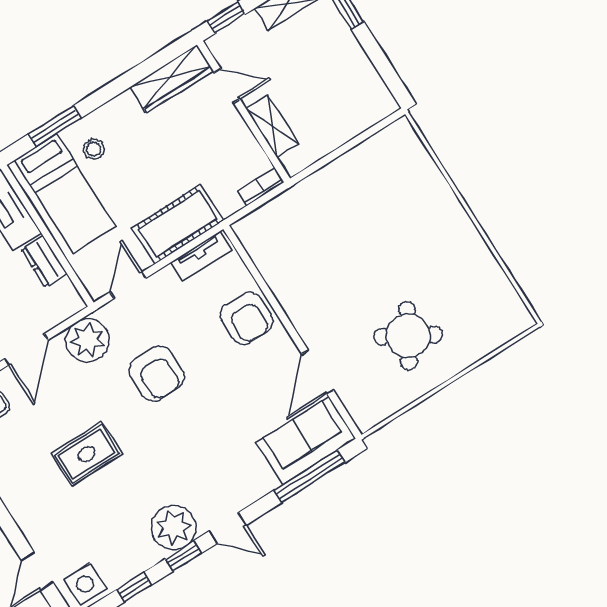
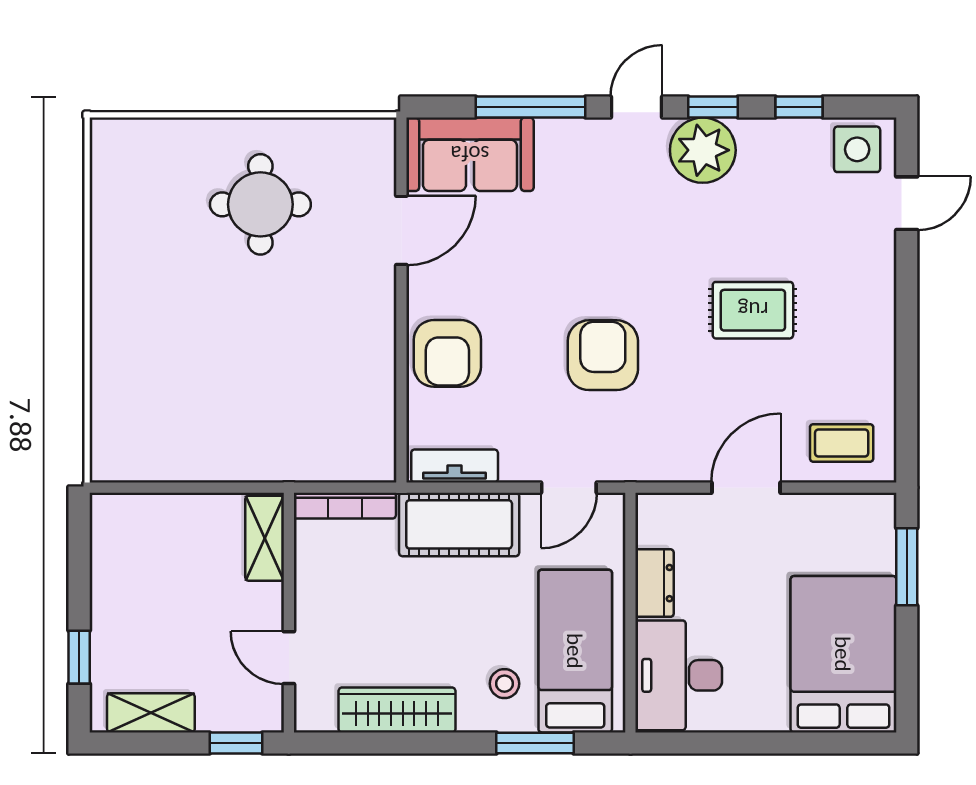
wardrobe: (172, 79) -> (397, 710), moved
shelving: (272, 126) -> (265, 538), moved
bookcase: (261, 187) -> (345, 506), width x1.56
armchair: (247, 318) -> (447, 353), turned 180
round table: (408, 336) -> (260, 204), turned -30
plant: (88, 340) -> (663, 451), removed
window: (309, 476) -> (531, 107), moved
door: (227, 528) -> (636, 107), hinge flipped

